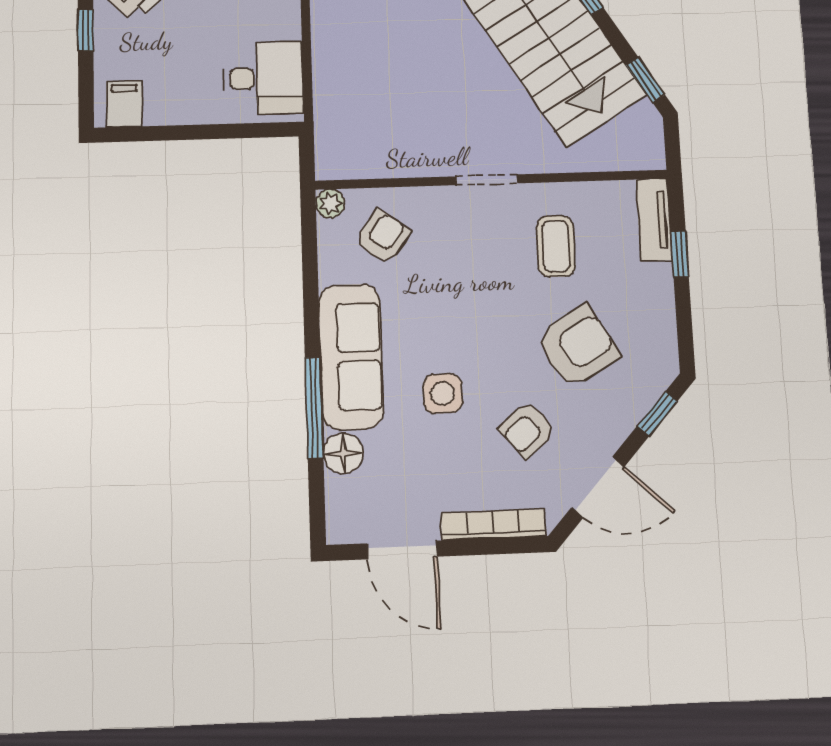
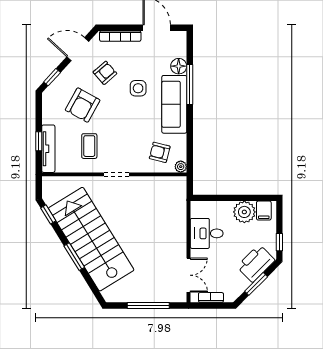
desk: (263, 78) -> (207, 233), moved
plant: (172, 99) -> (244, 212), added
tv unit: (654, 220) -> (48, 149), width x1.41
armchair: (383, 237) -> (160, 152), turned 68
armchair: (578, 347) -> (83, 105), turned -31

